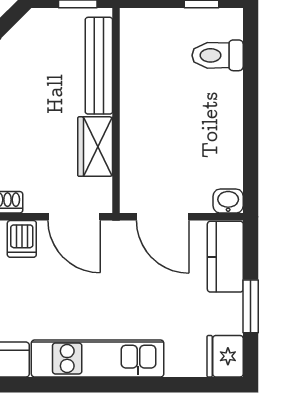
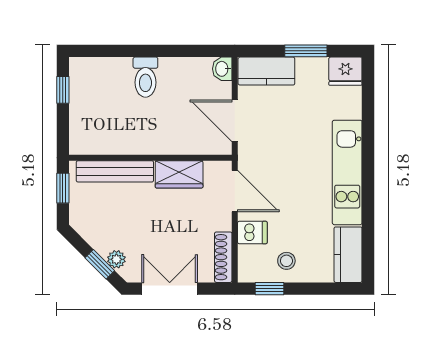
toilet: (218, 55) -> (145, 77), moved
door: (74, 217) -> (235, 191), hinge flipped
door: (163, 217) -> (235, 121), swing flipped

